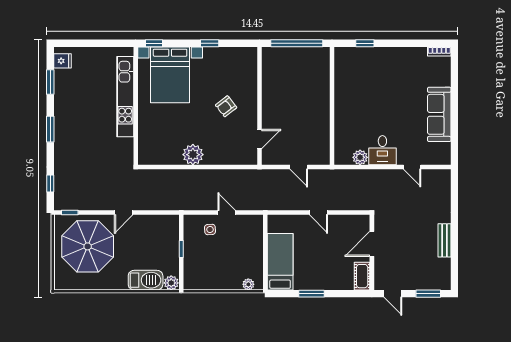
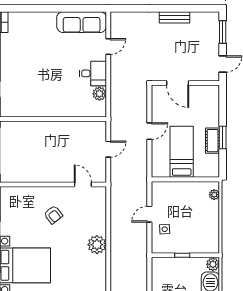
sofa: (439, 114) -> (82, 22), moved
bed: (280, 262) -> (182, 152), moved, turned 90
cot: (362, 276) -> (213, 141), moved, turned 90

